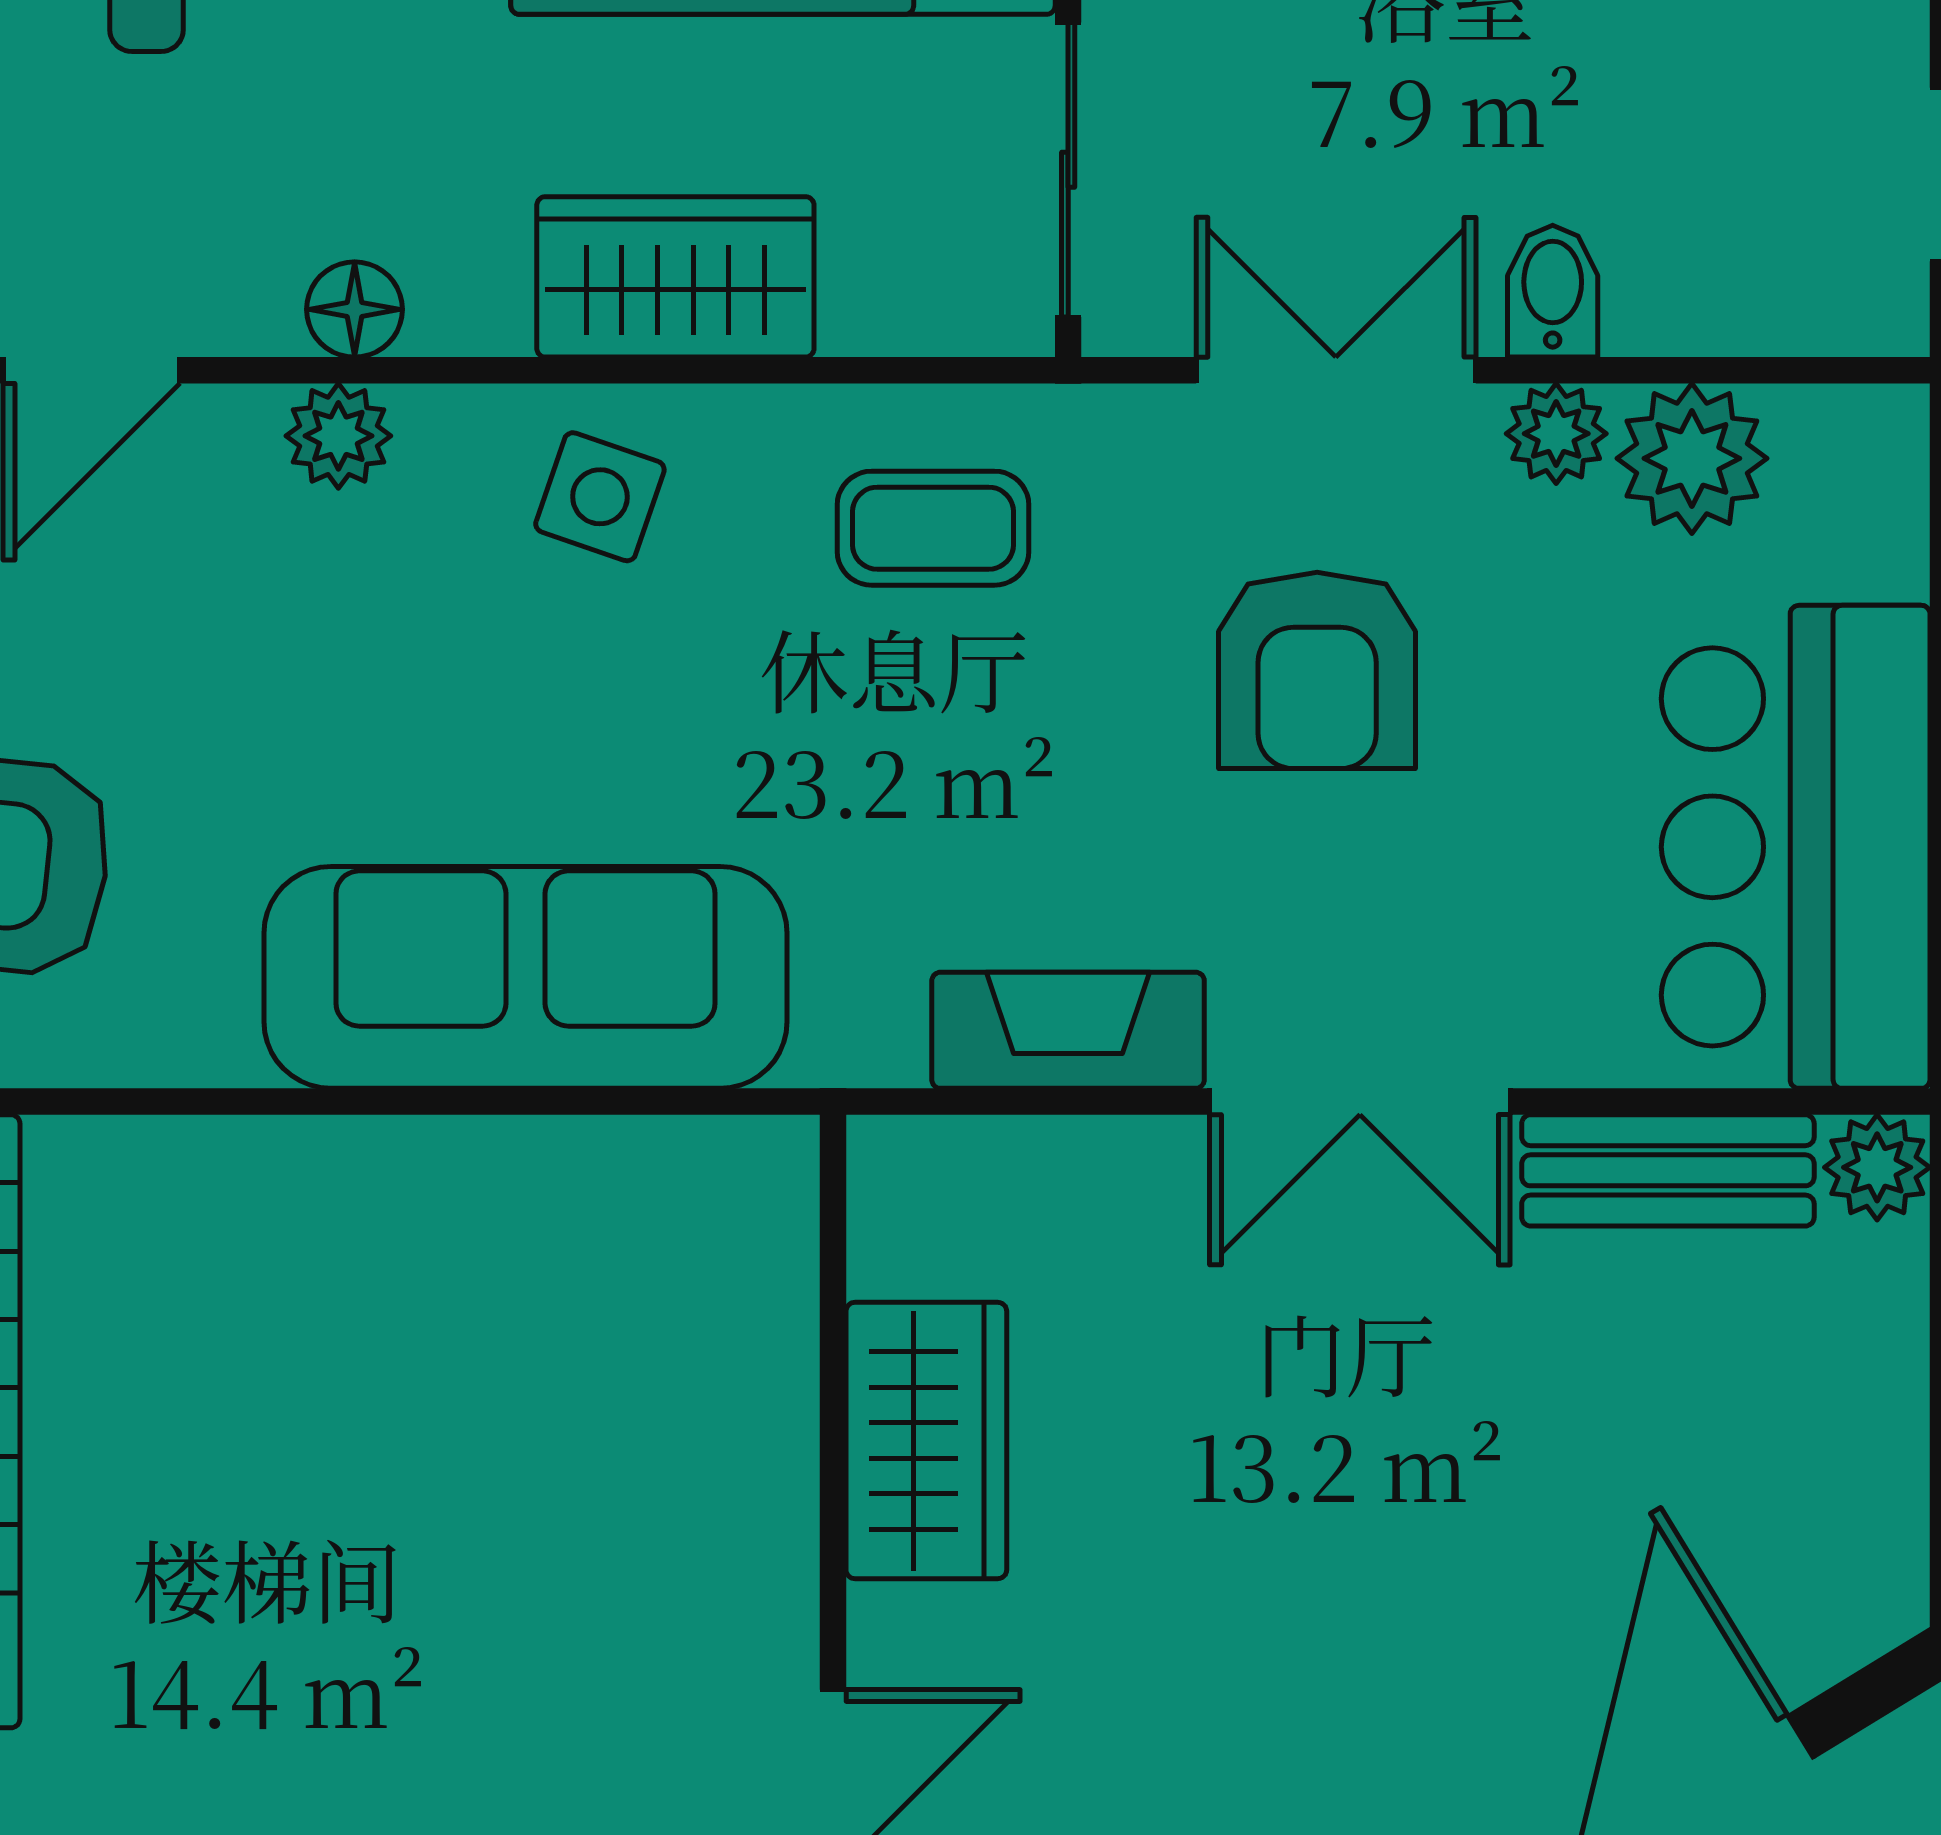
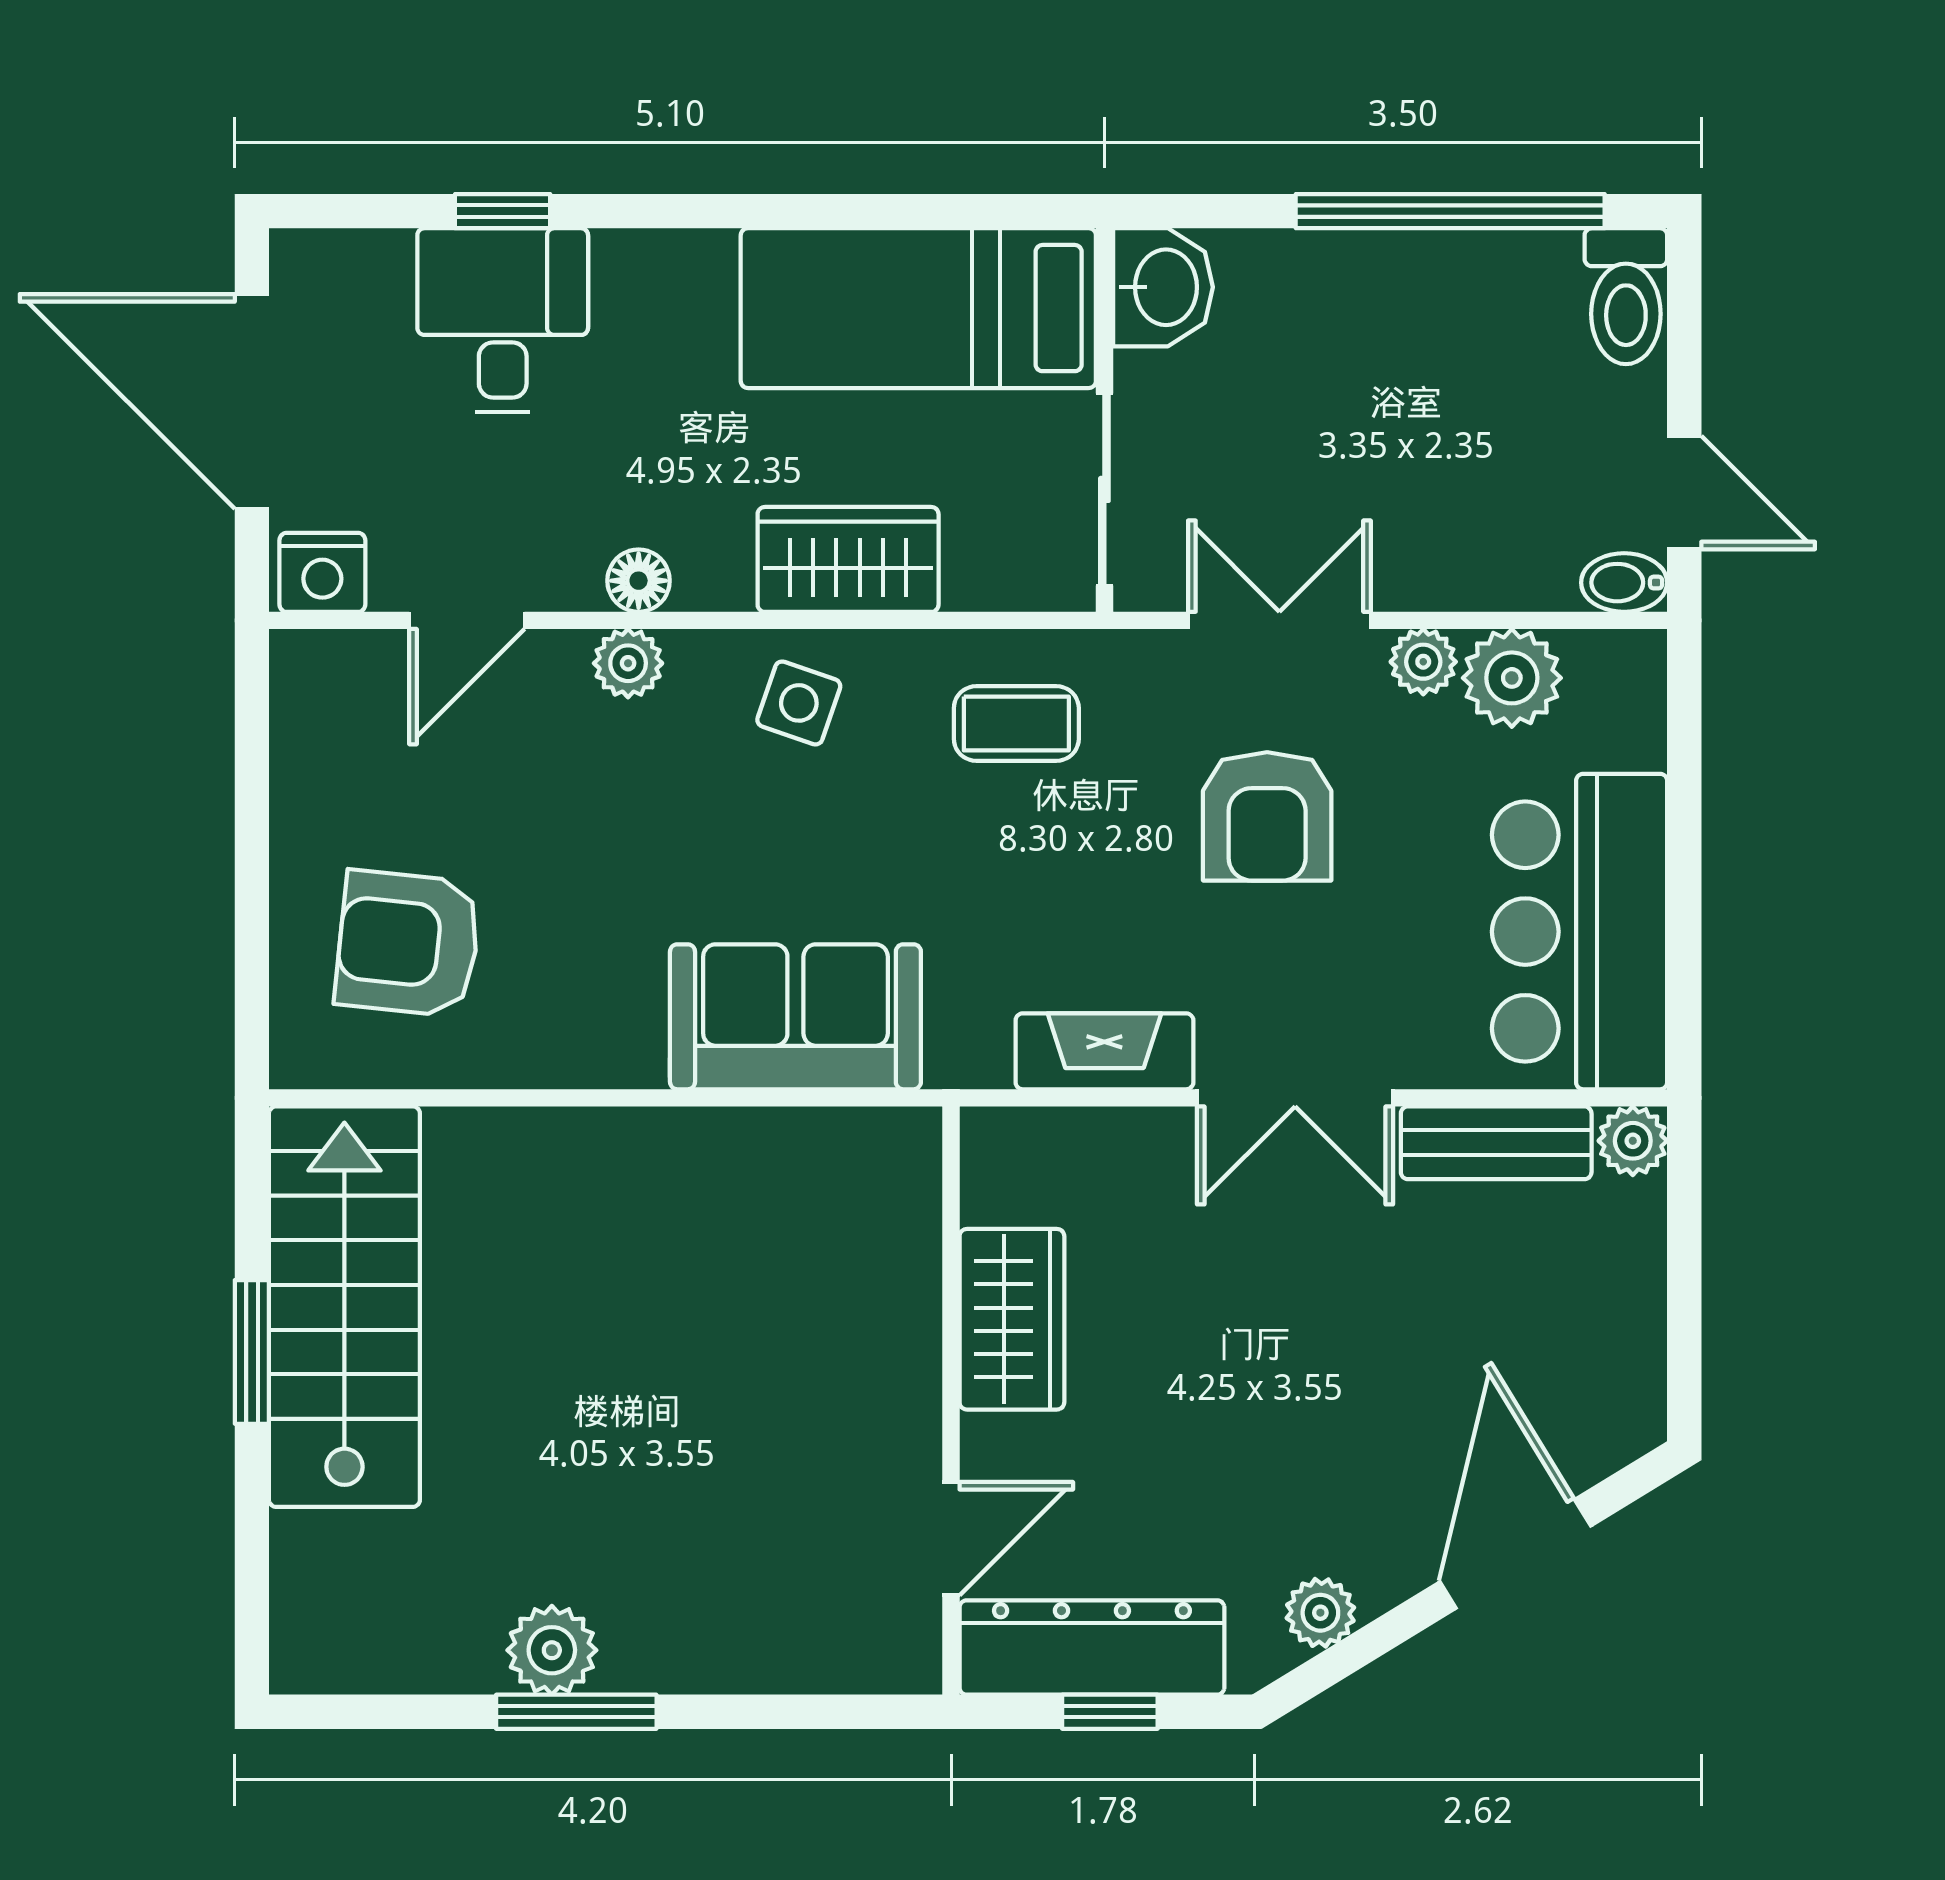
bidet: (1553, 291) -> (1624, 583), moved, turned -90
sofa: (526, 977) -> (795, 1017), width x0.73

